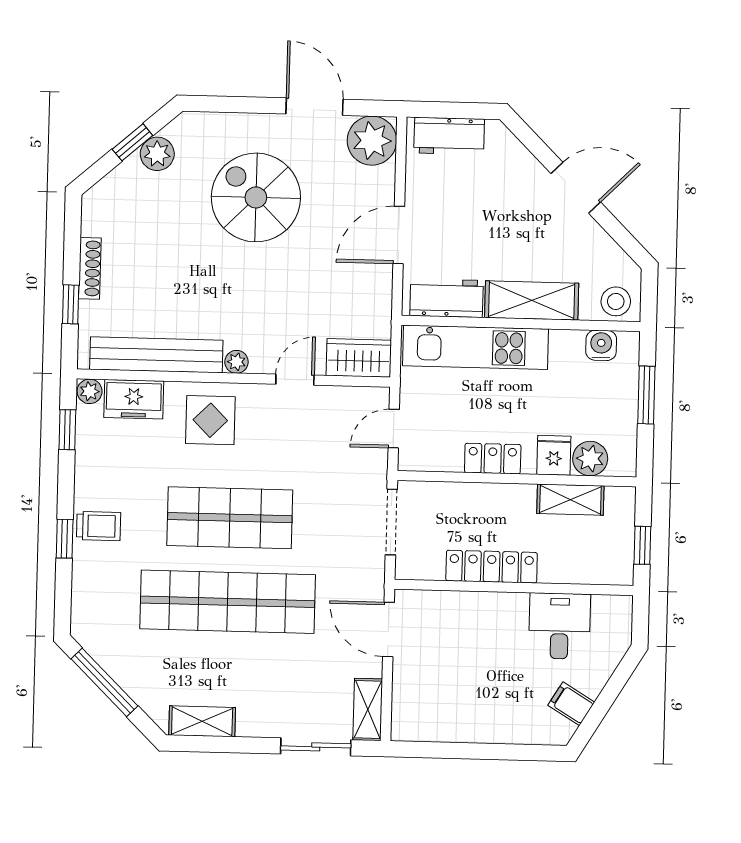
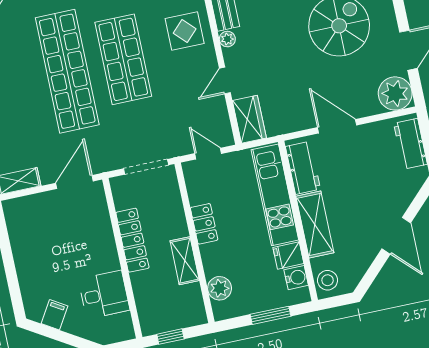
door: (295, 380) -> (225, 80), swing flipped
fridge: (554, 455) -> (288, 256), moved, turned 180
shelving: (570, 500) -> (185, 261), moved

